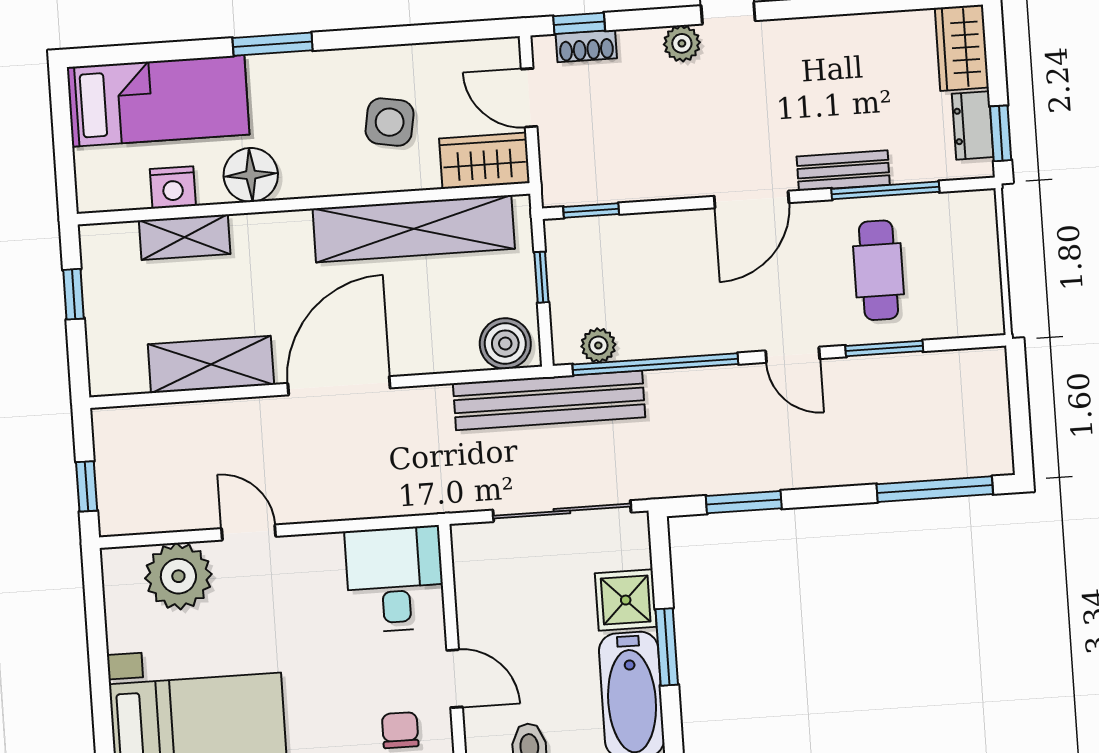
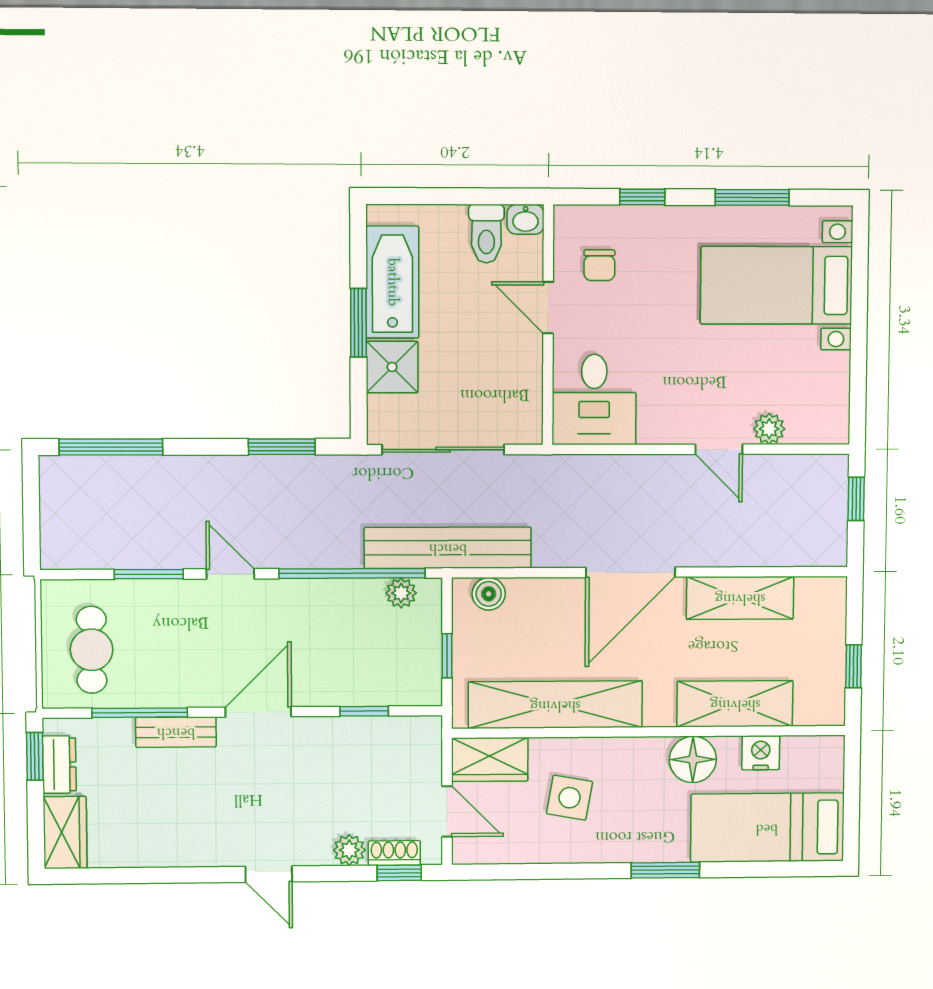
plant: (682, 43) -> (349, 850), moved
window: (591, 210) -> (364, 711), moved
shelving: (185, 237) -> (735, 704), width x1.50, depth x1.33
cafe table: (879, 270) -> (92, 650), moved
boiler: (505, 344) -> (489, 594), width x0.73, depth x0.73
plant: (178, 576) -> (769, 429), width x0.53, depth x0.53

